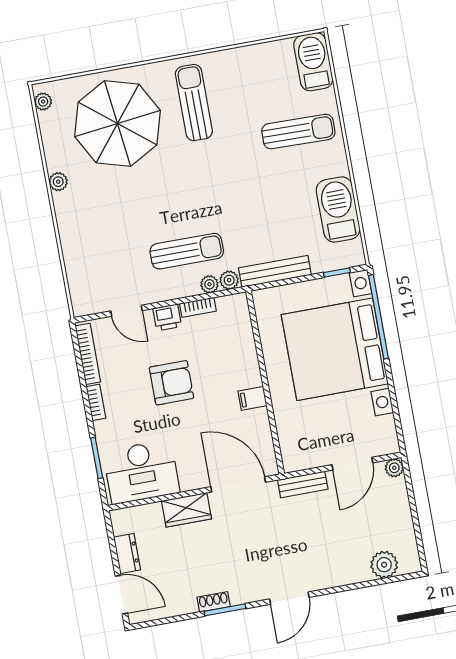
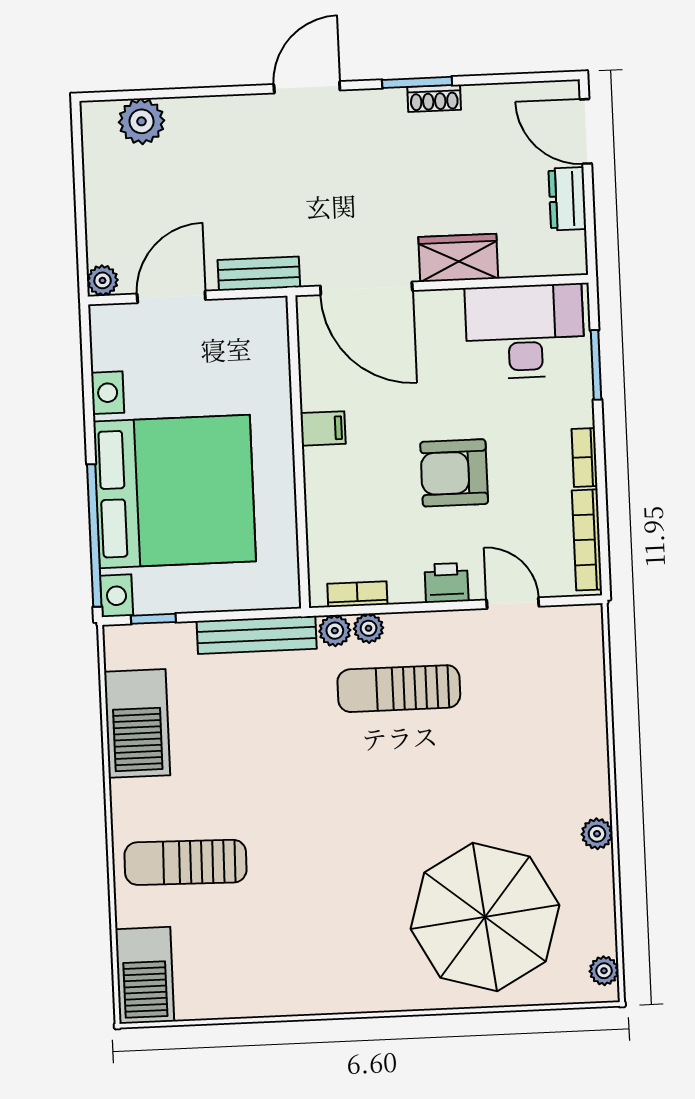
sun lounger: (194, 103) -> (353, 935), removed
bookcase: (198, 307) -> (357, 594), moved

